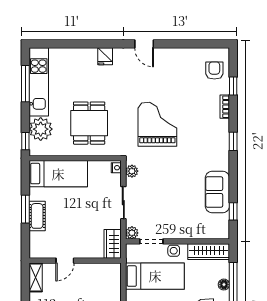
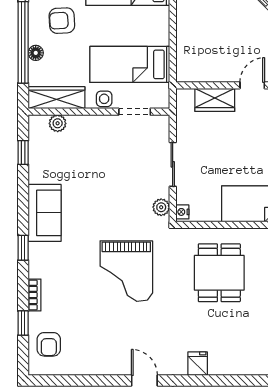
sofa: (217, 192) -> (45, 213), moved
plant: (132, 233) -> (58, 123), moved
wardrobe: (113, 244) -> (215, 100), moved, turned 90

